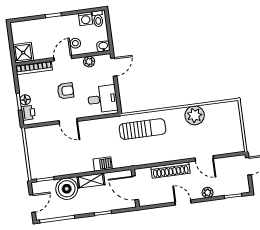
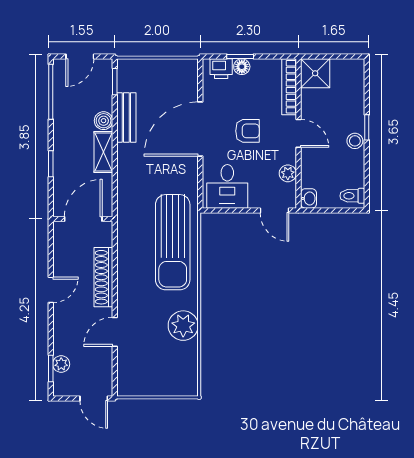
washing machine: (86, 19) -> (355, 177), removed
stool: (75, 43) -> (355, 141), moved
armchair: (65, 91) -> (247, 131), turned -90
door: (68, 121) -> (200, 129), width x1.87
sun lounger: (143, 129) -> (173, 242), width x1.36, depth x1.34
barbecue: (103, 164) -> (127, 174), removed
bench: (67, 169) -> (126, 118), added
boiler: (67, 189) -> (104, 121), width x0.54, depth x0.54
plant: (208, 193) -> (61, 364), moved
door: (32, 204) -> (80, 57), hinge flipped

